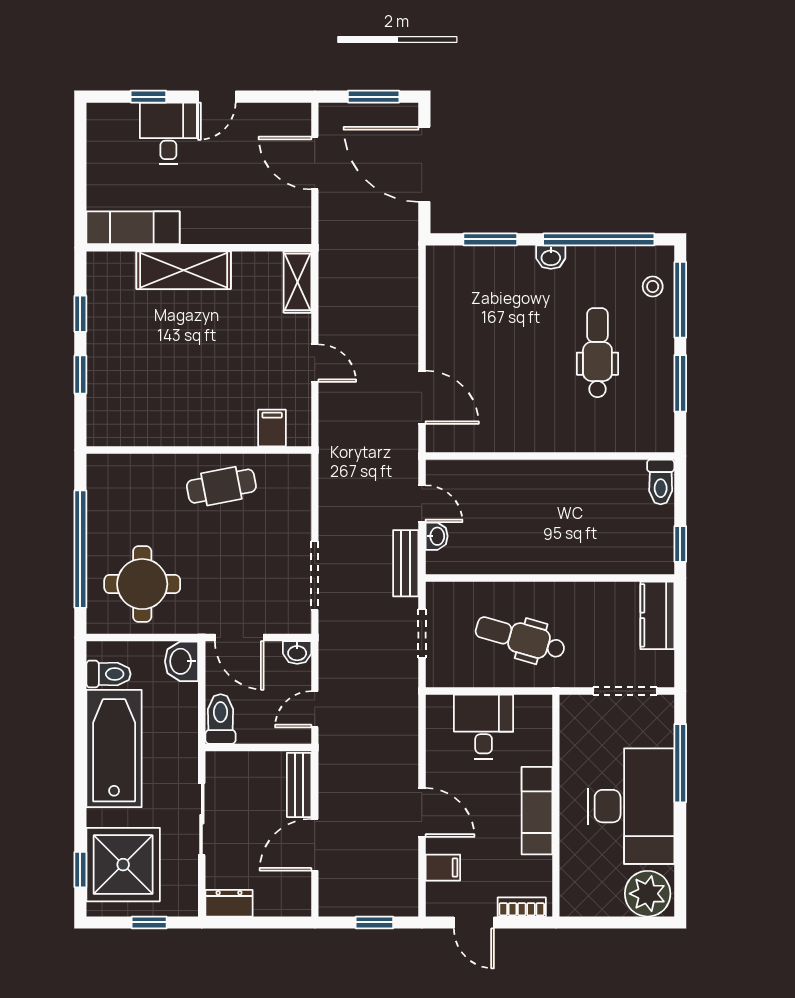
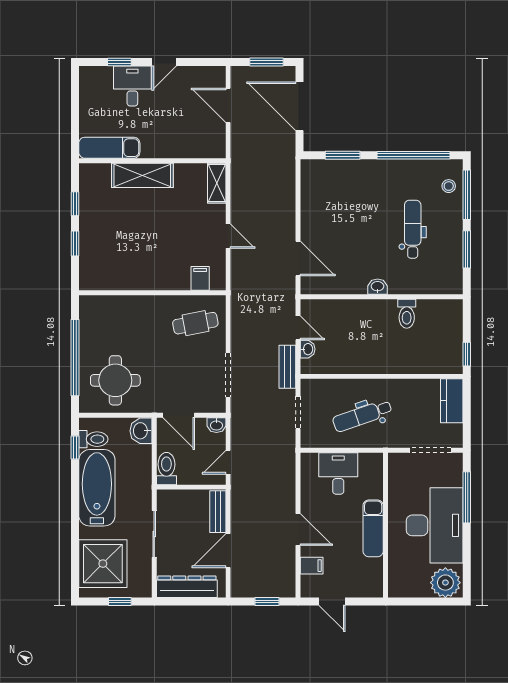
washbasin: (551, 257) -> (378, 287), moved, turned 180
toilet: (661, 482) -> (407, 314), moved
cafe table: (221, 486) -> (195, 323), moved
dental chair: (520, 638) -> (362, 416), turned -35
window: (80, 870) -> (75, 448), moved
dresser: (229, 903) -> (187, 587), width x1.96, depth x1.24
bookcase: (522, 907) -> (363, 591), removed

